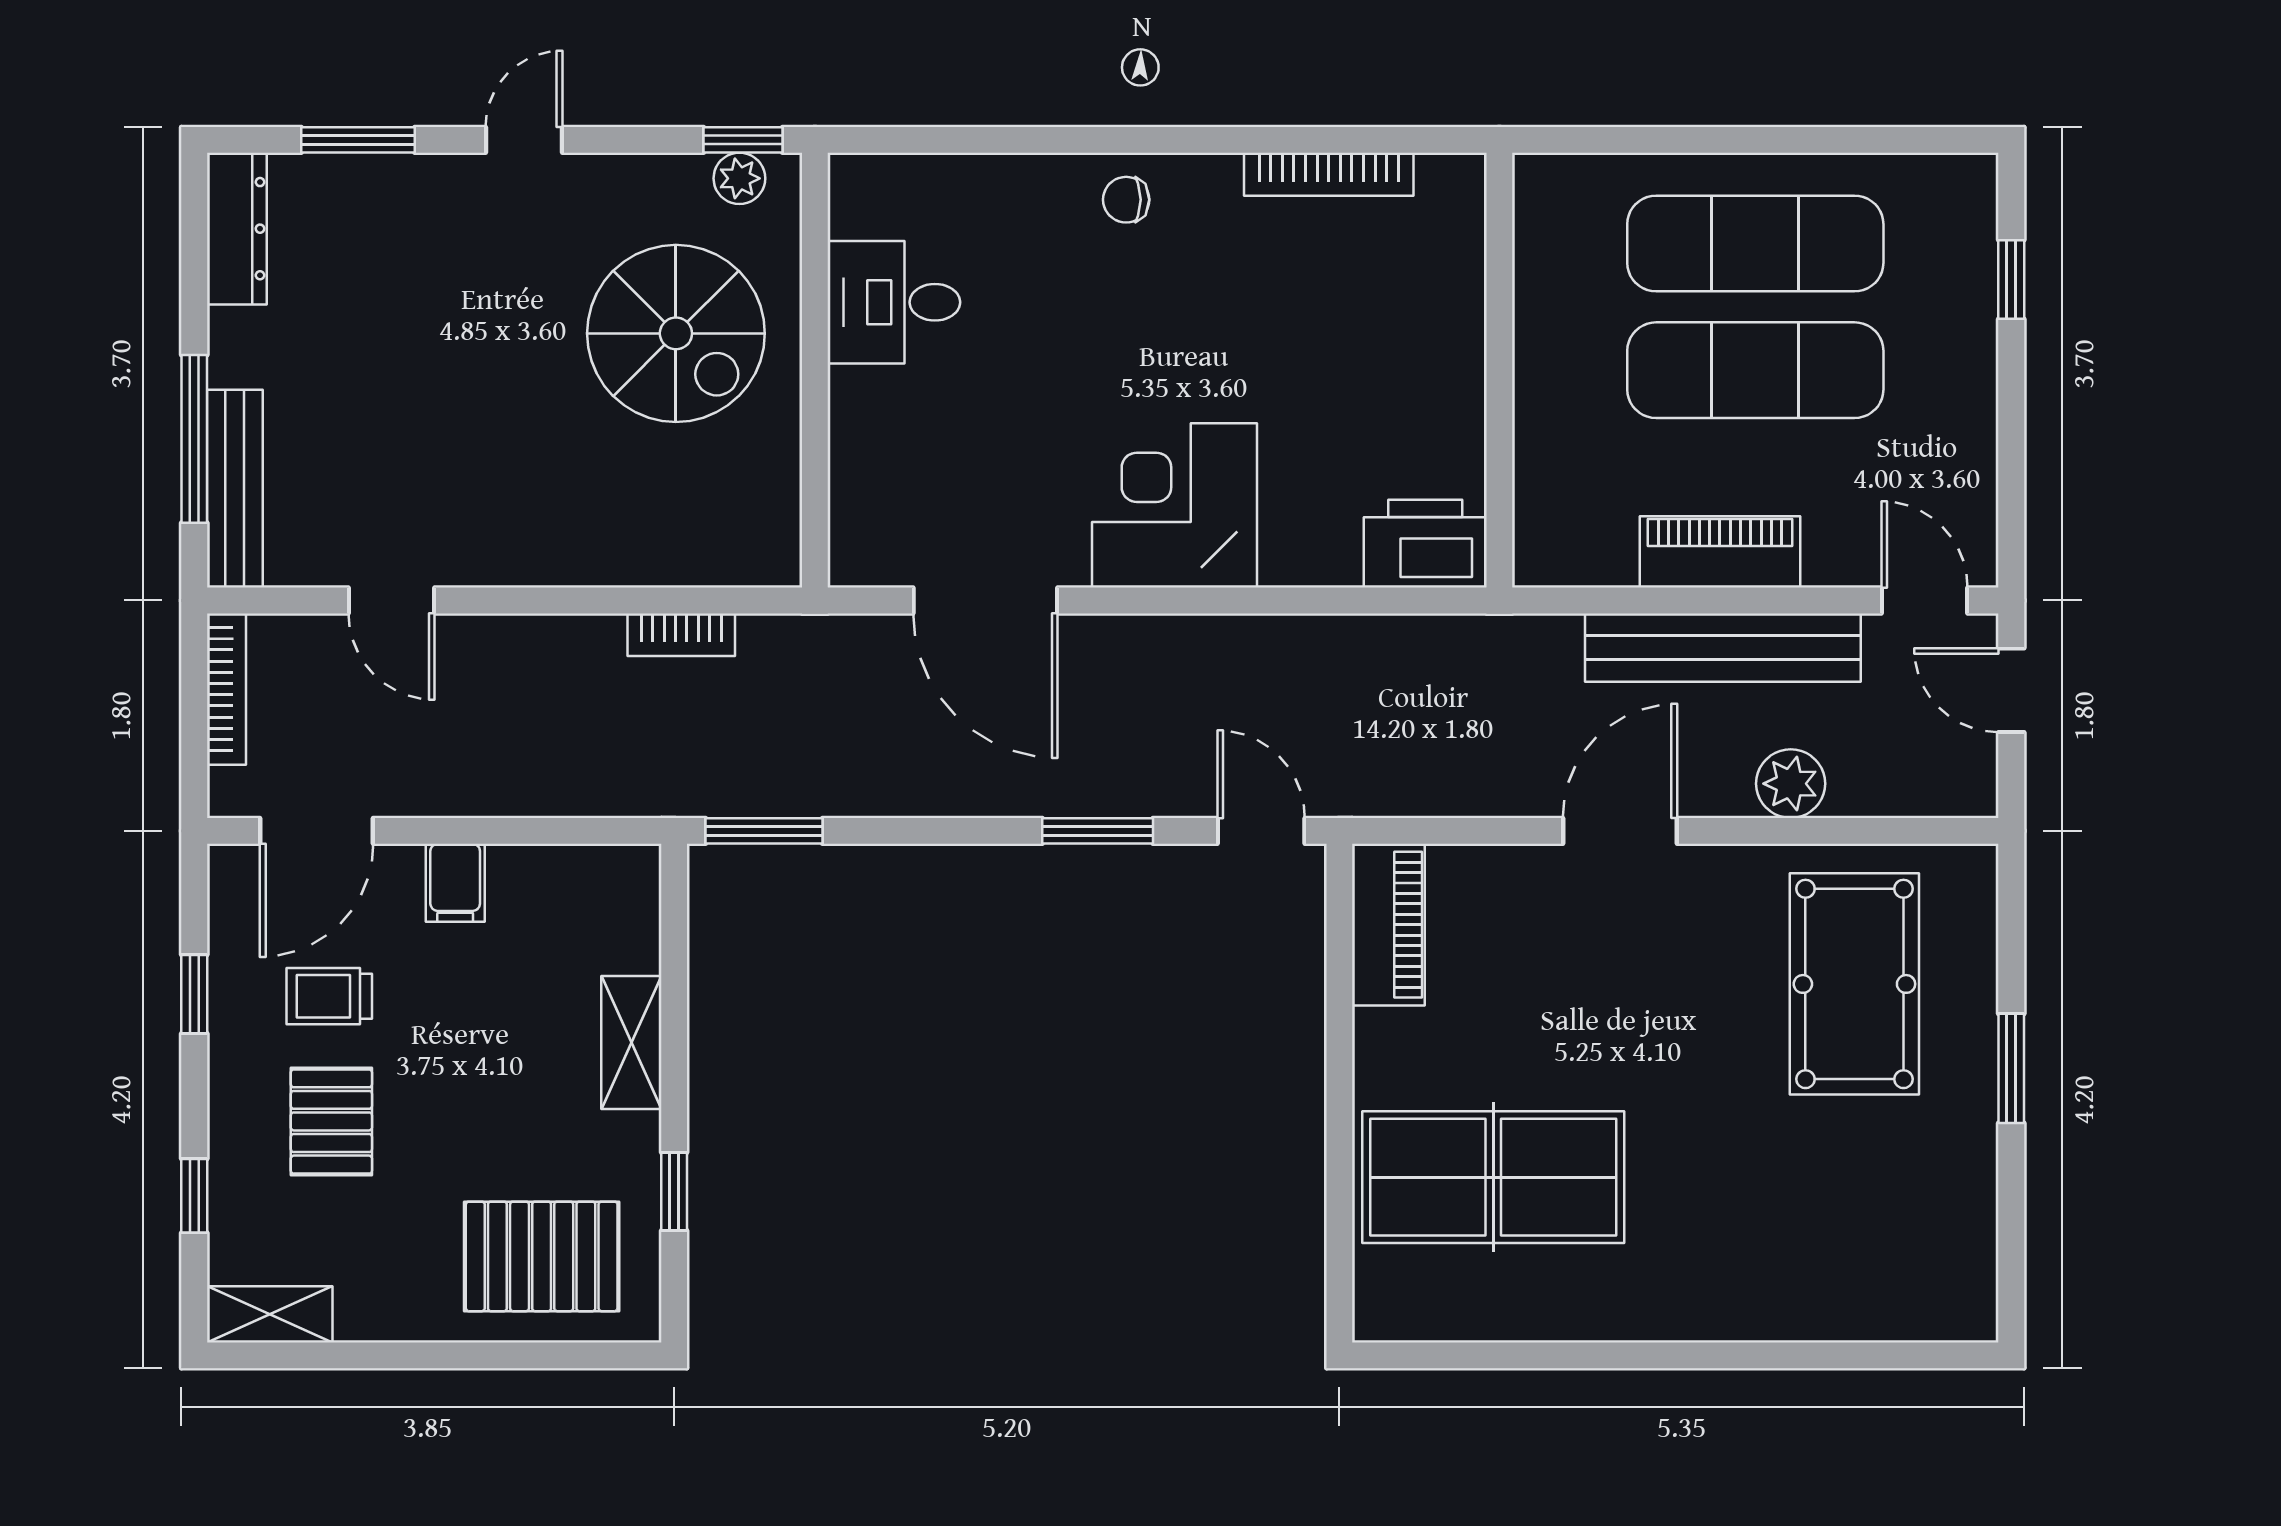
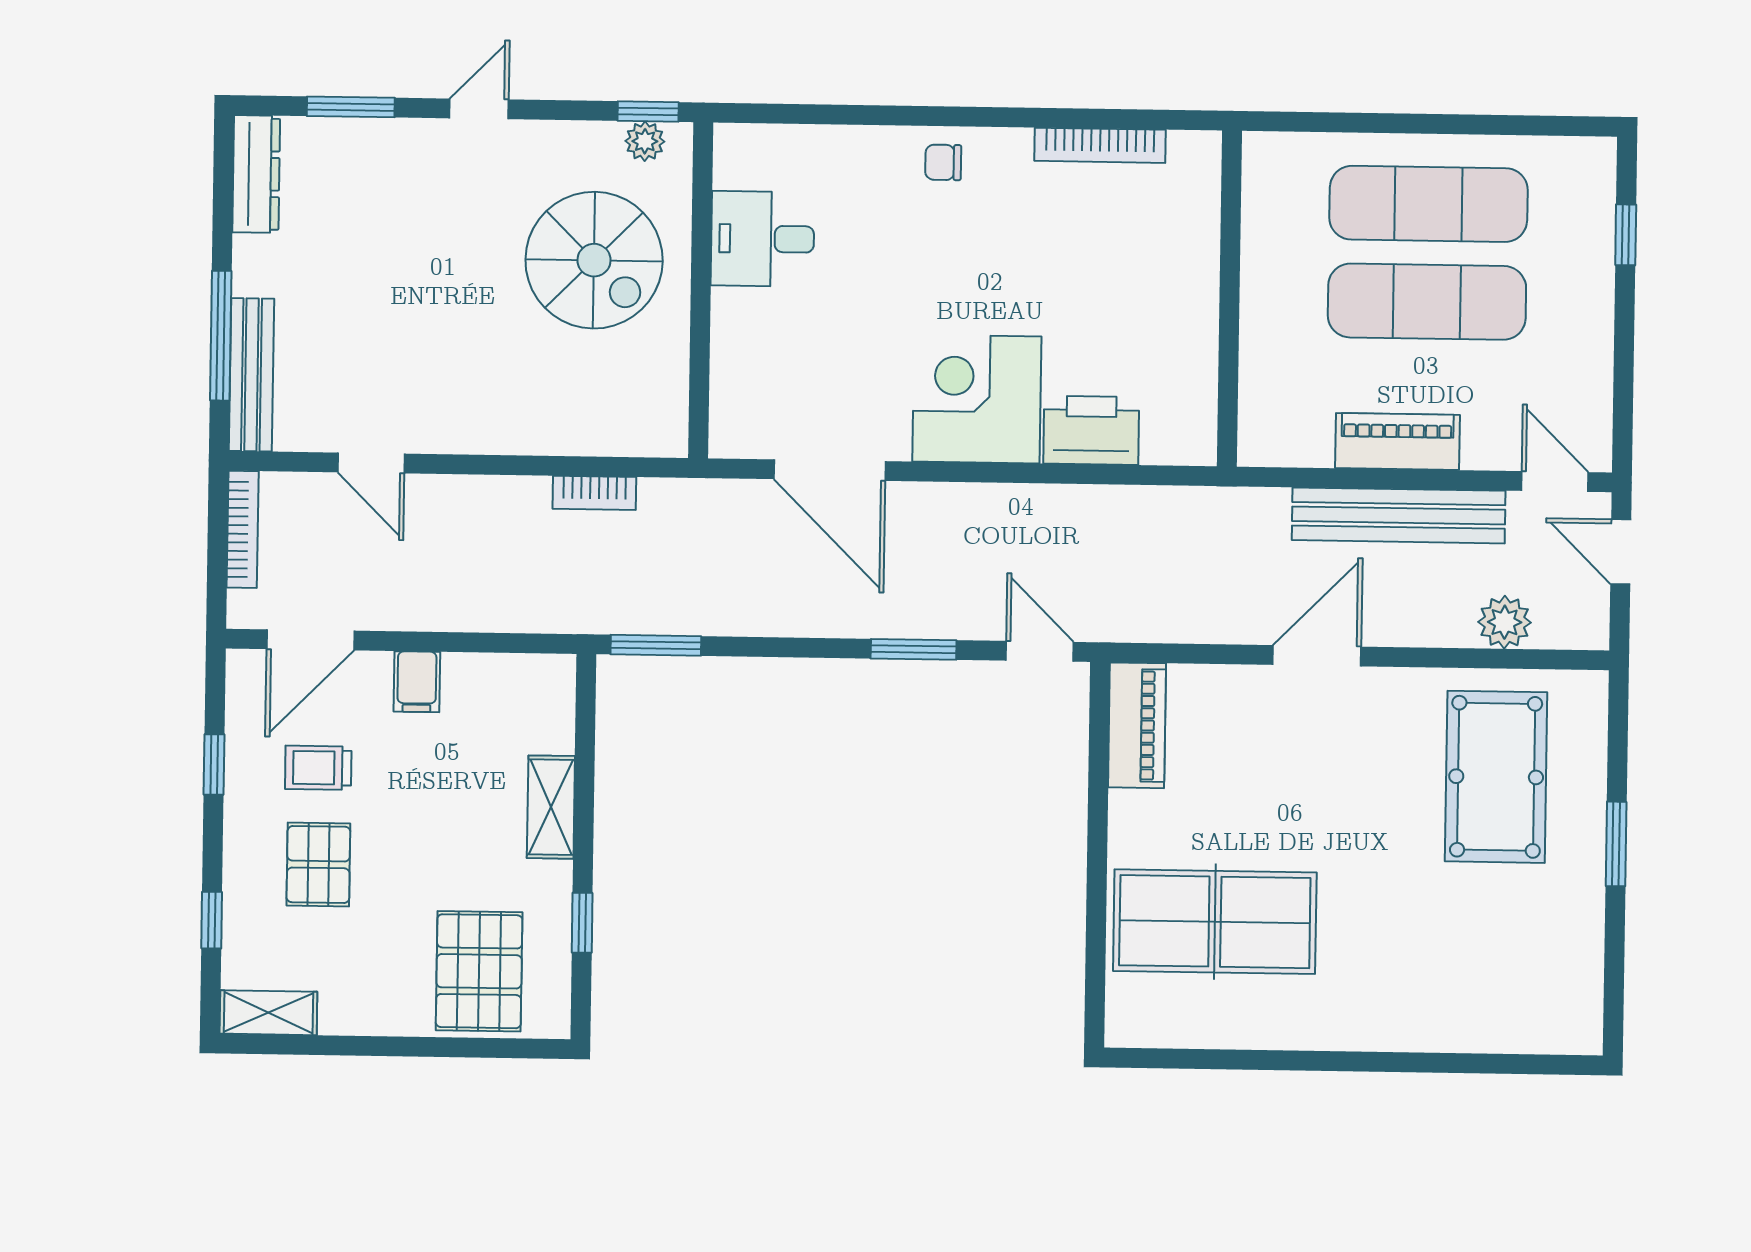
printer: (1425, 544) -> (1091, 430), moved
plant: (1791, 784) -> (1505, 622), moved
pallet: (542, 1256) -> (479, 971), turned 90

